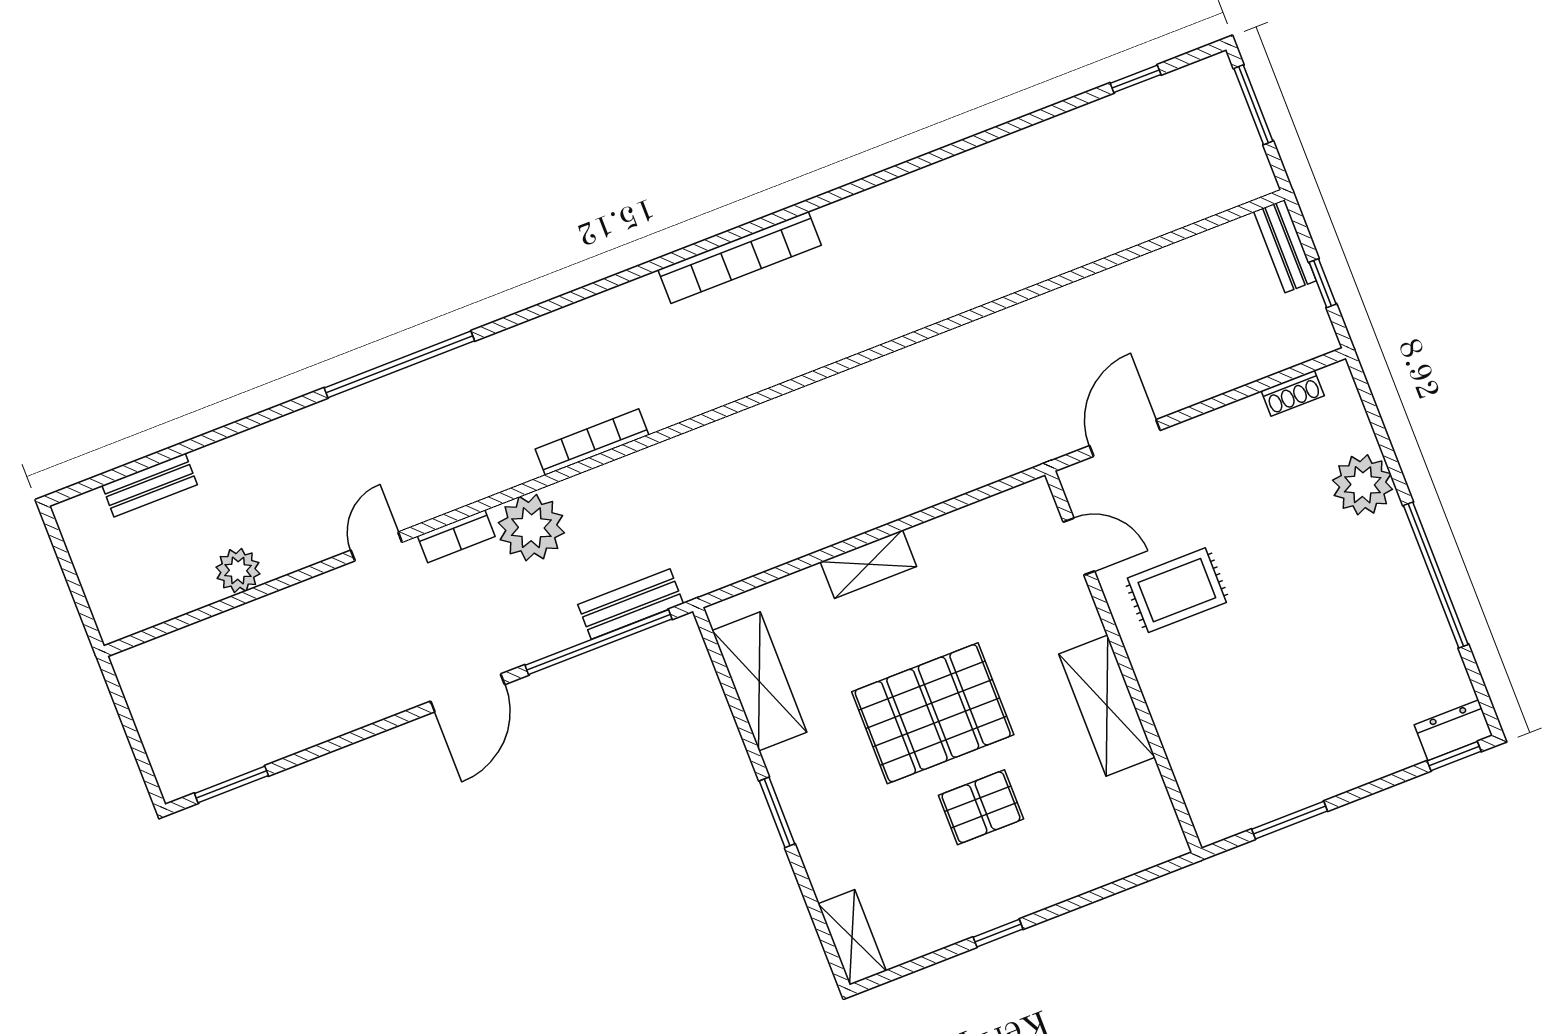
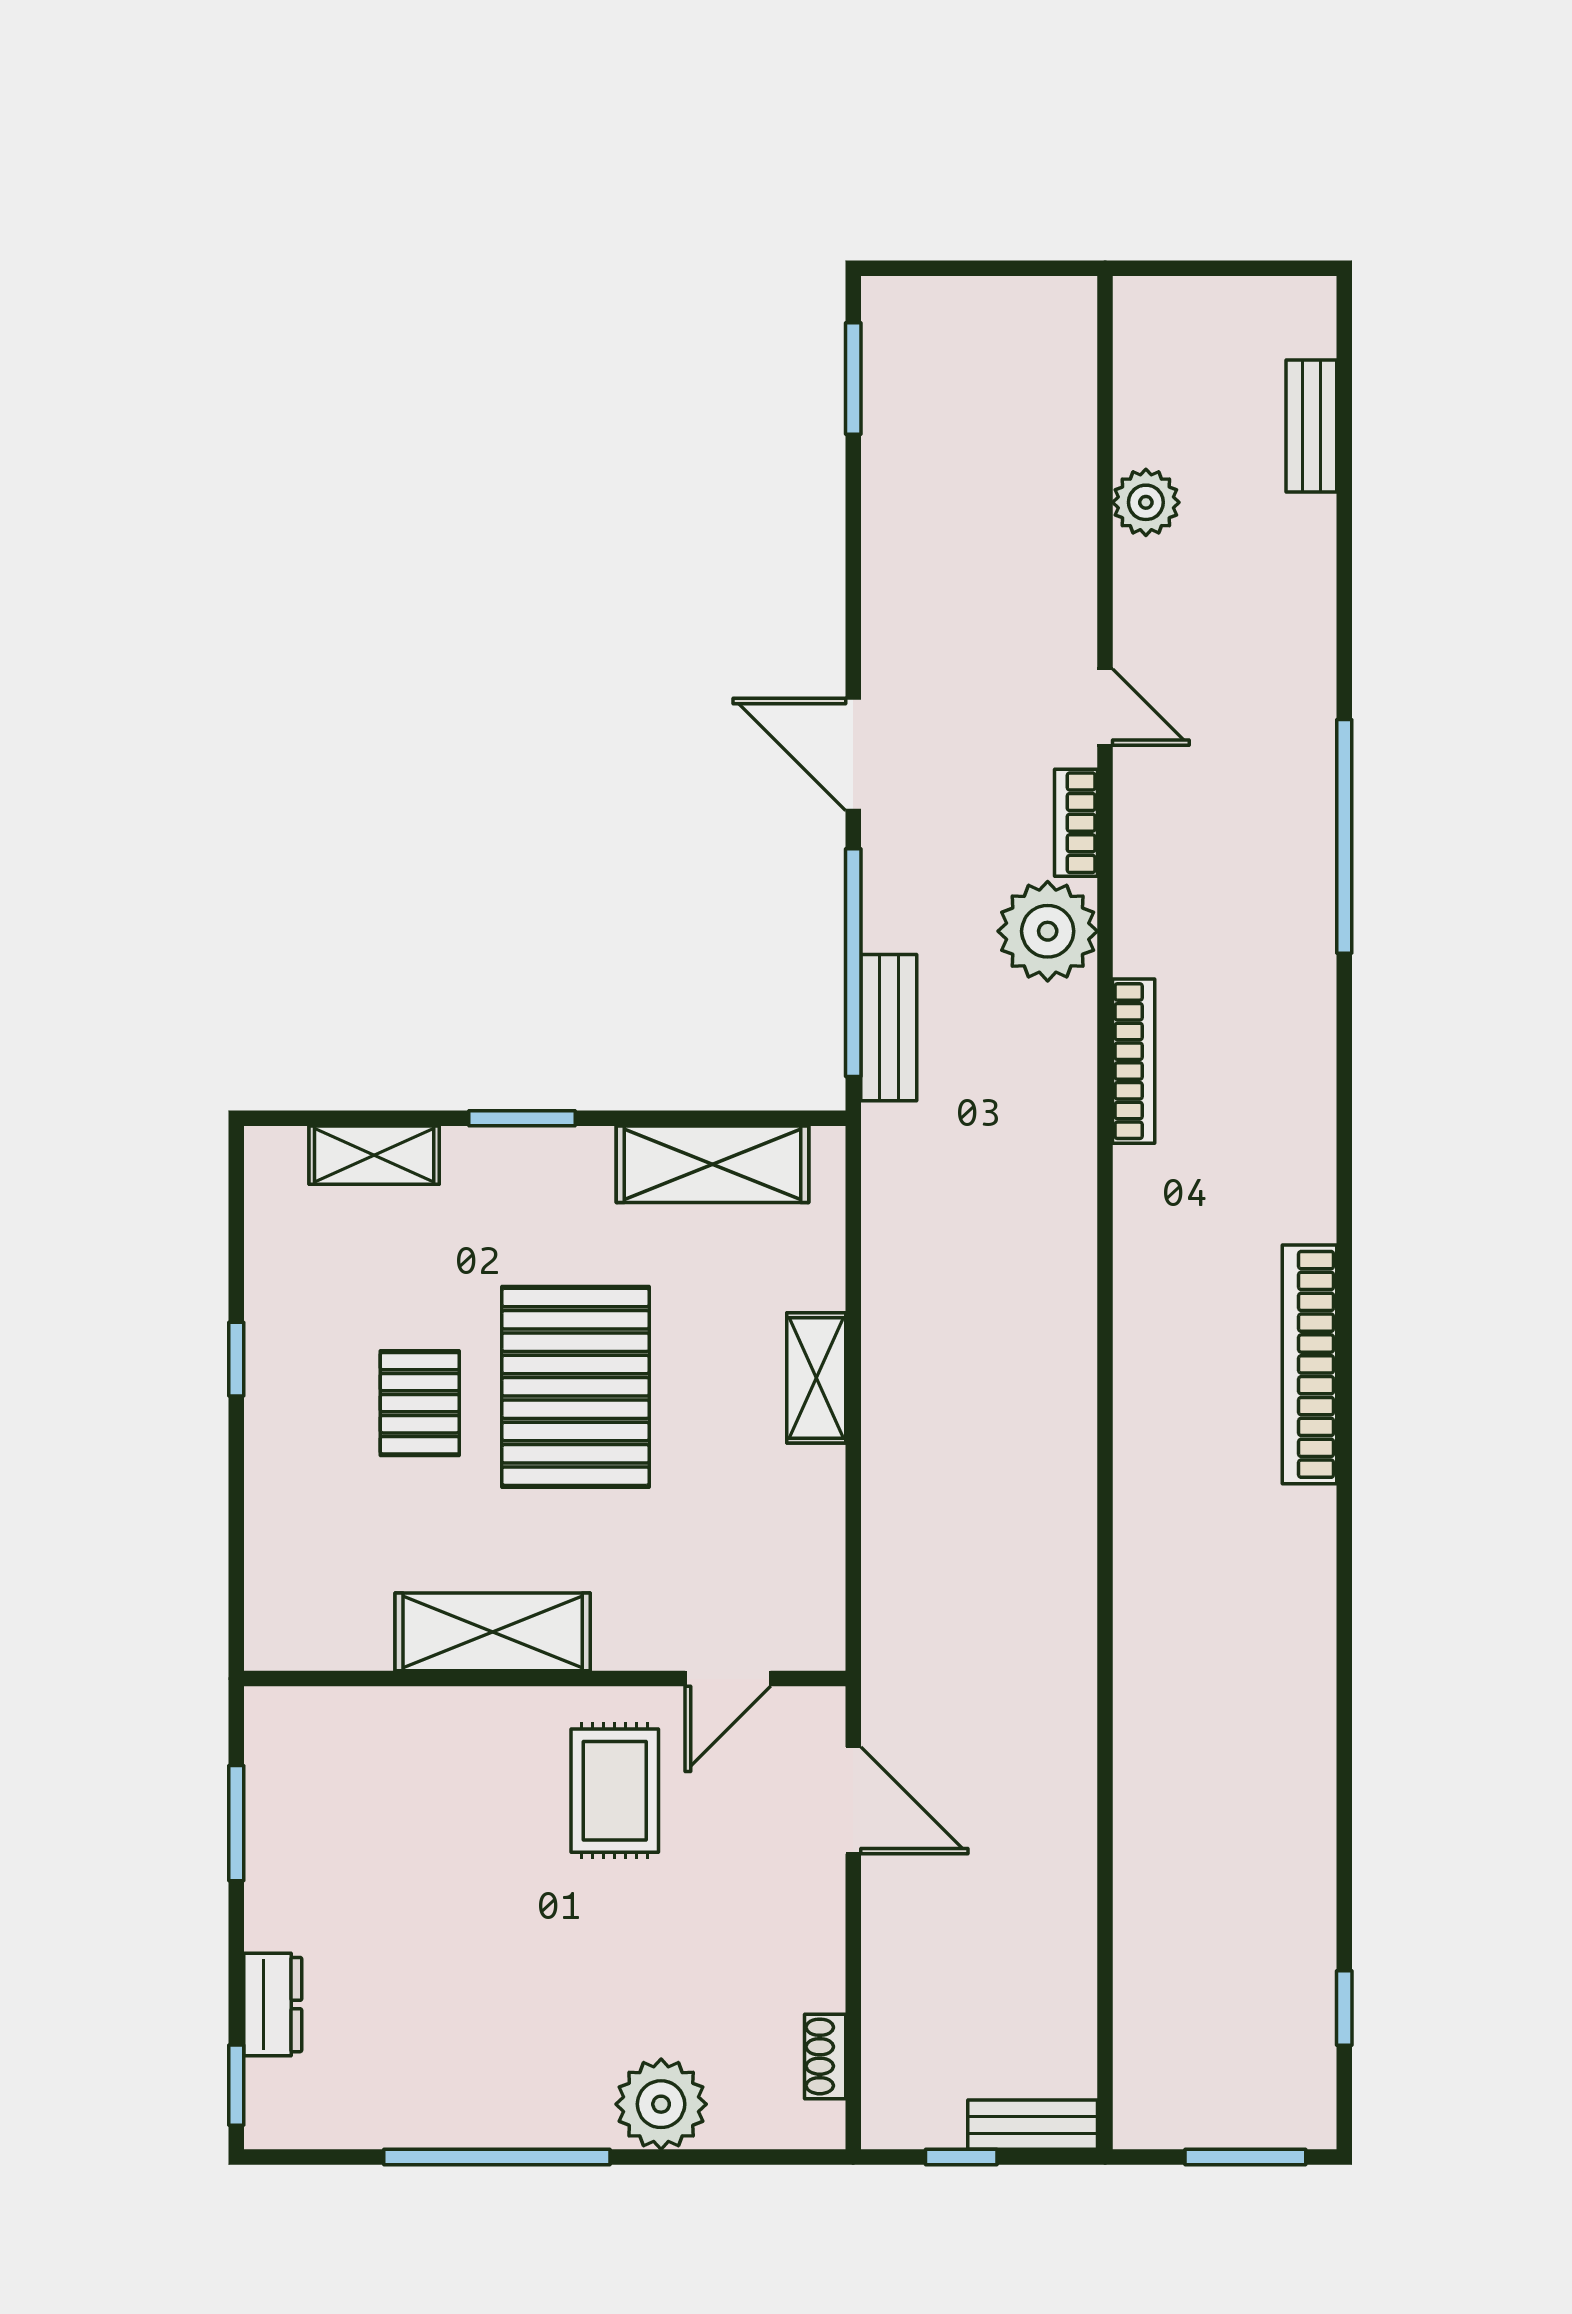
dresser: (1453, 730) -> (273, 2005), moved
shelving: (852, 937) -> (374, 1155), moved

